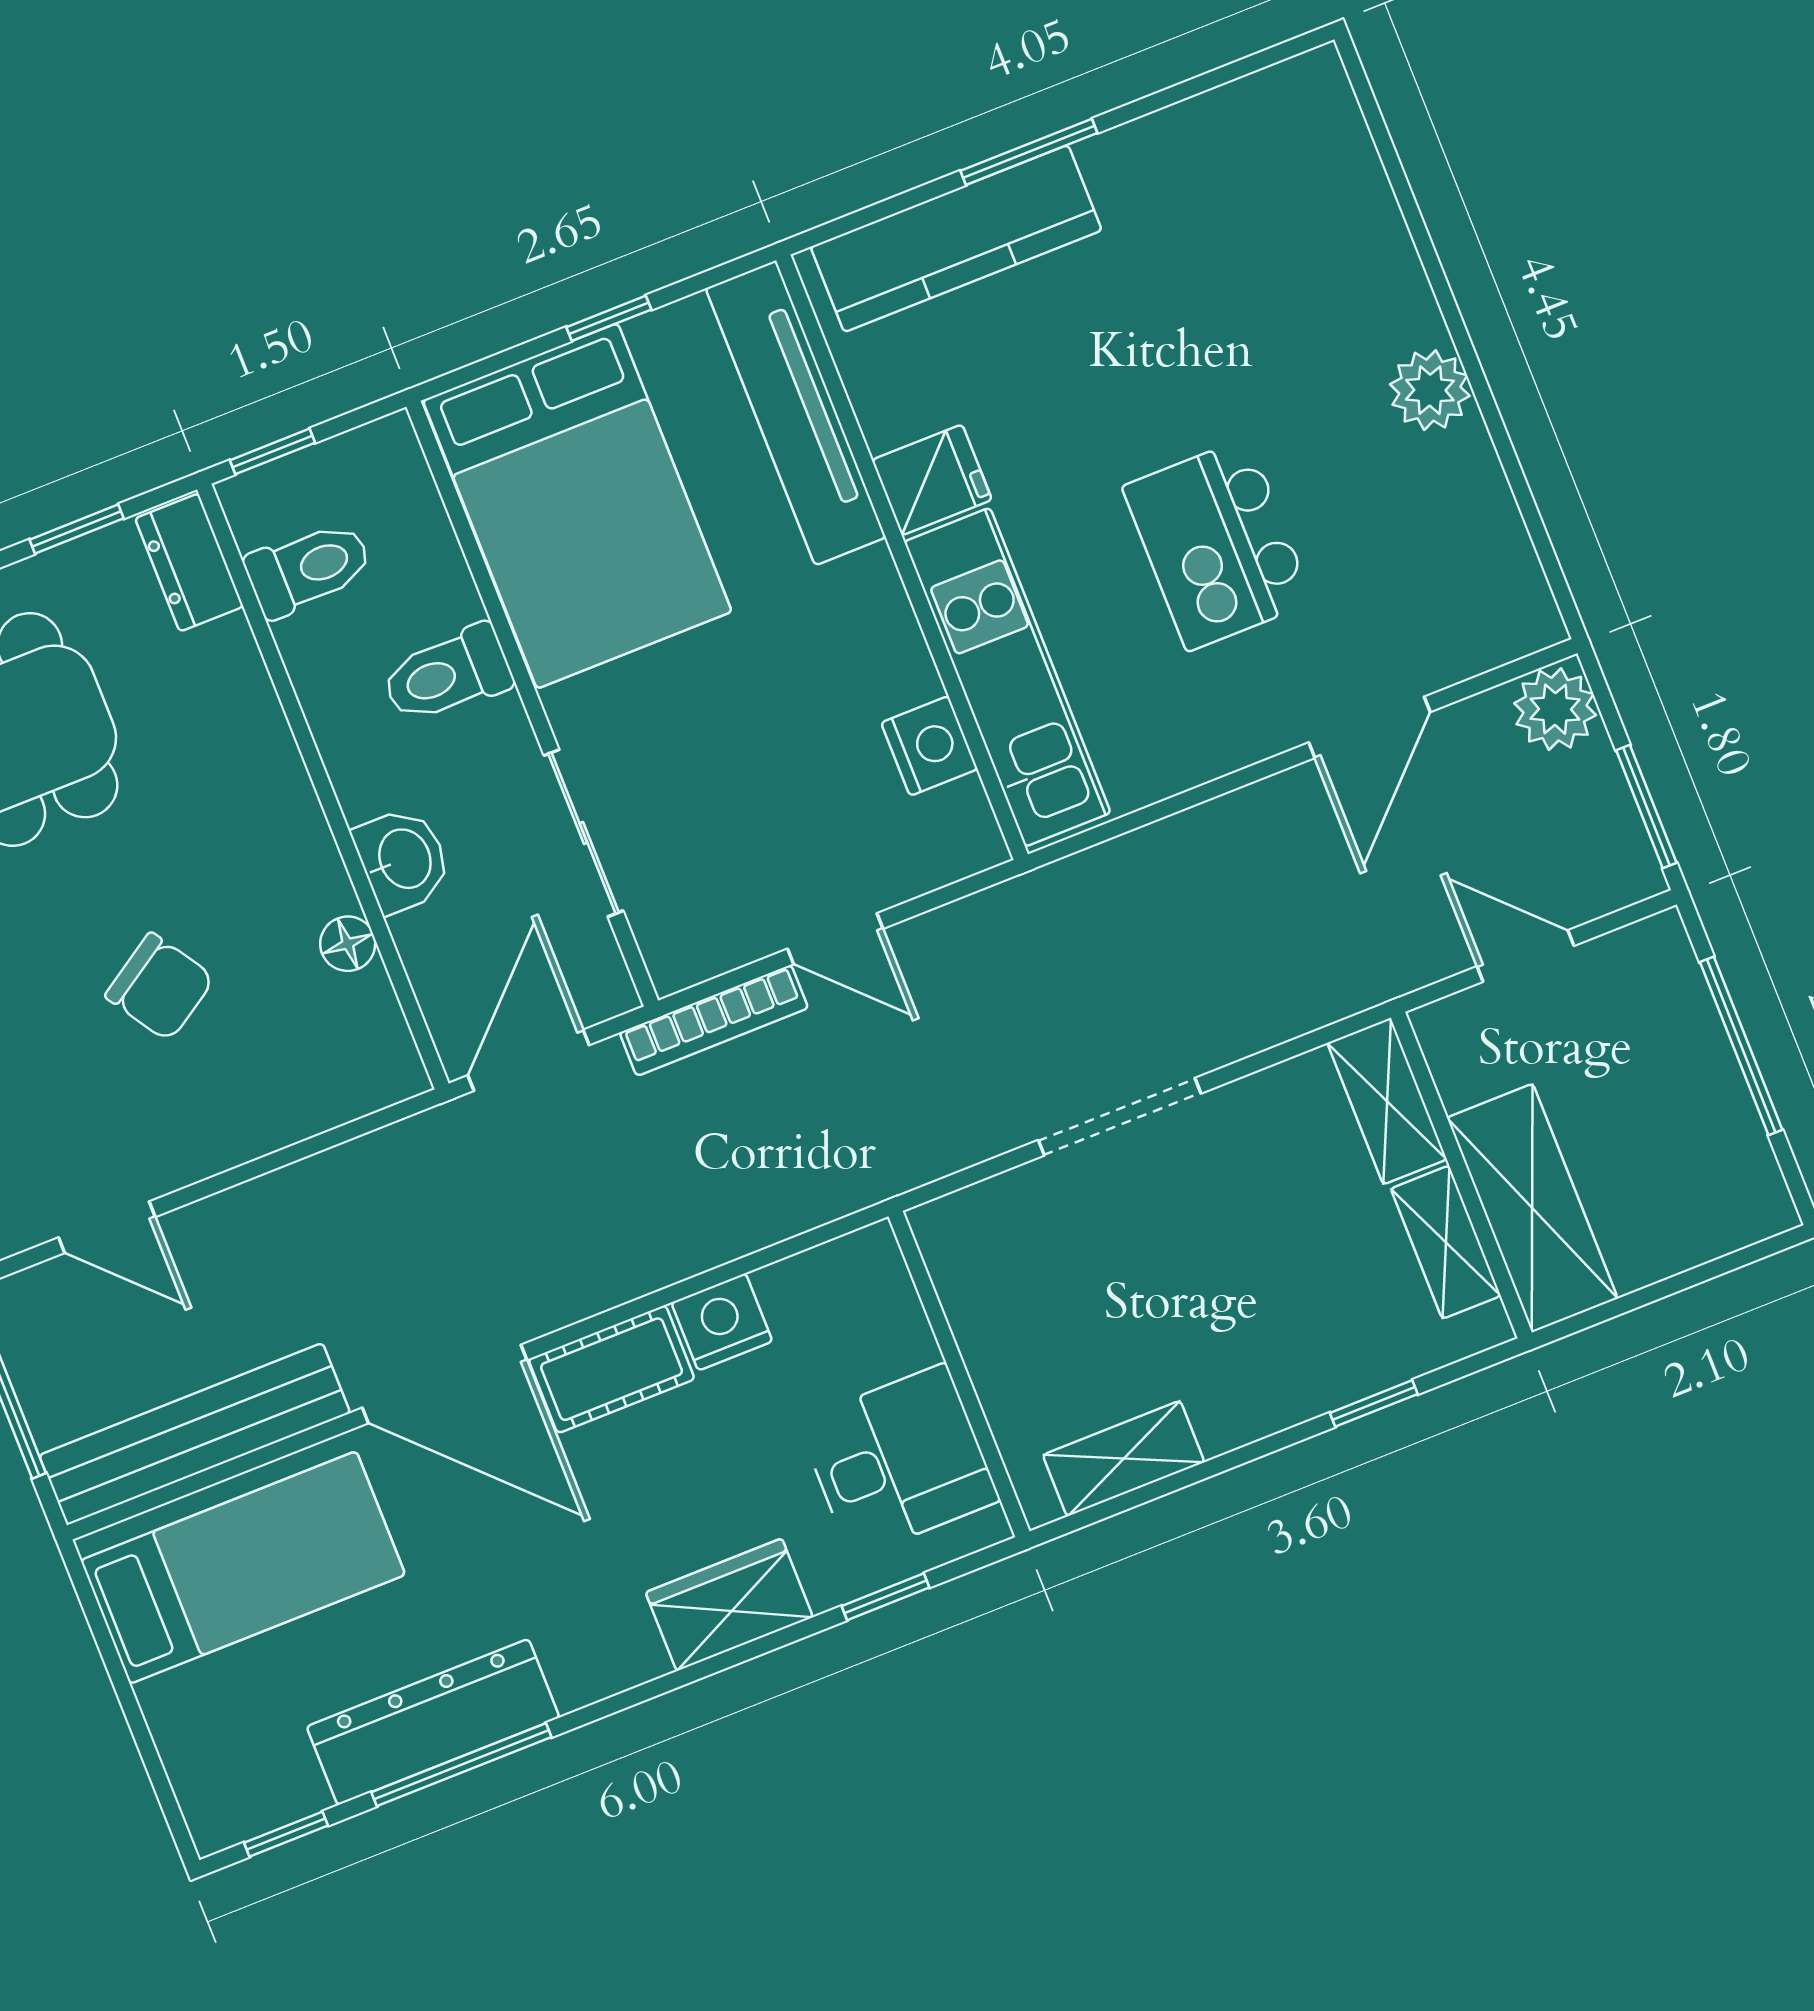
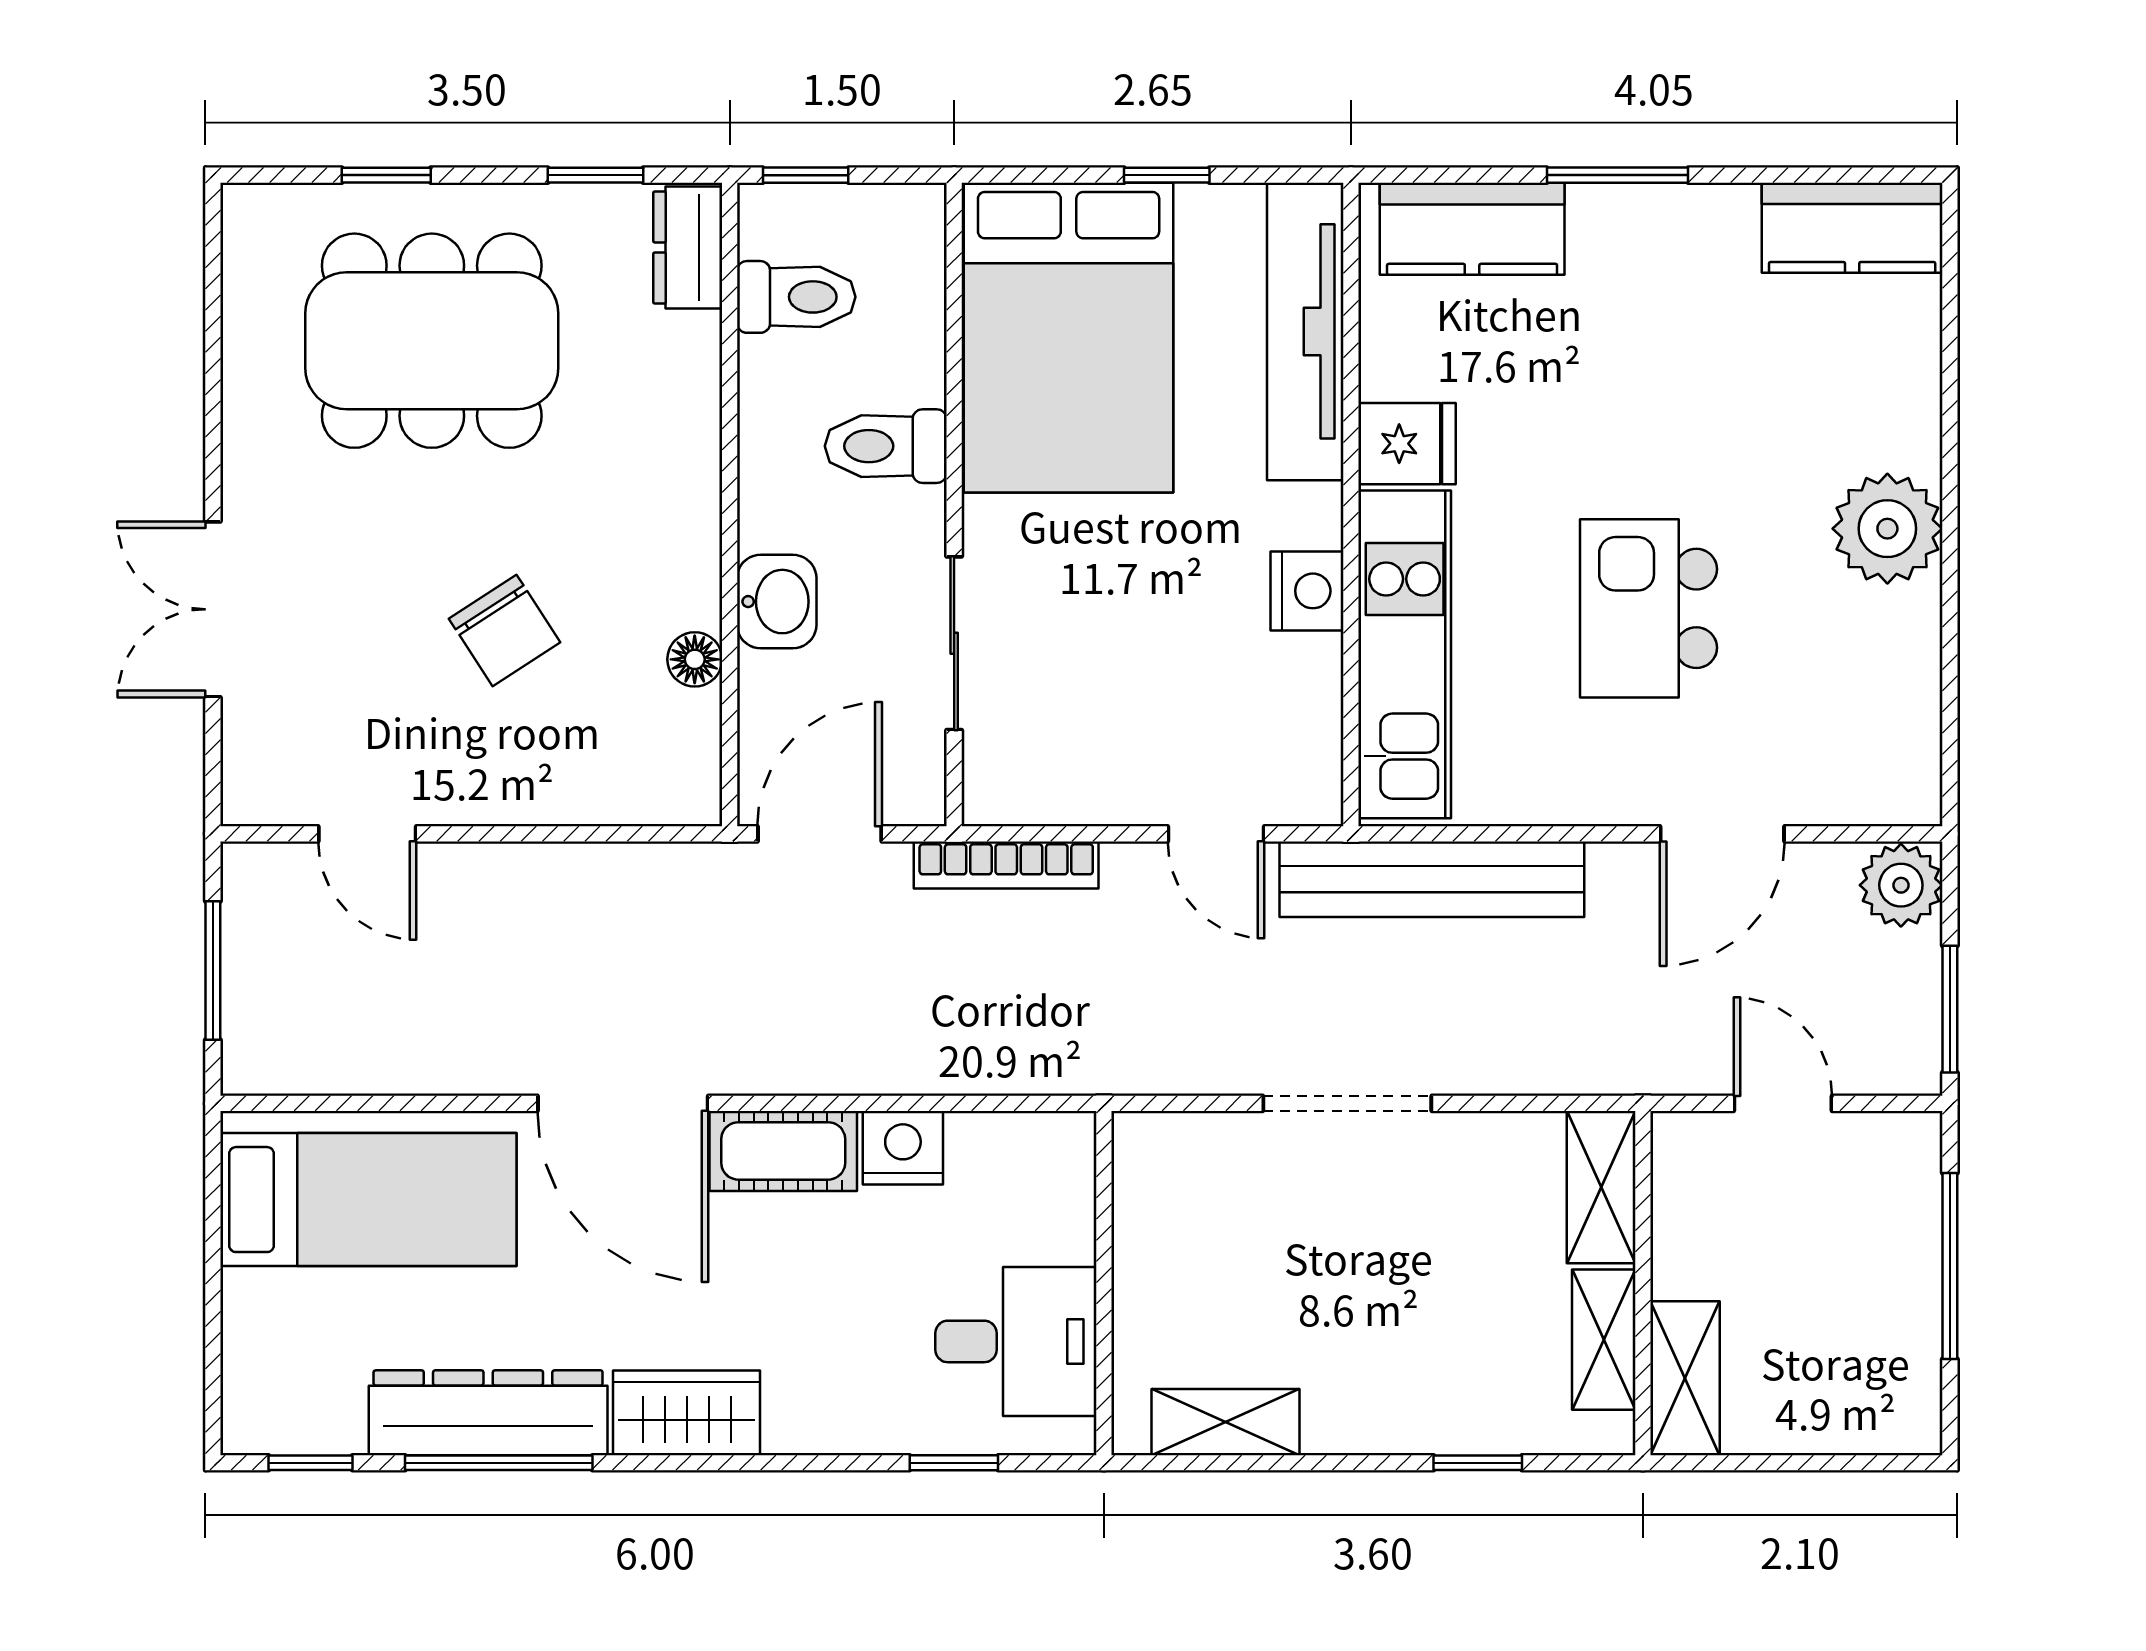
kitchen counter: (1267, 114) -> (1852, 228), added
kitchen counter: (956, 239) -> (1472, 229), width x0.67
plant: (1430, 390) -> (1887, 529), width x1.36, depth x1.36
nightstand: (929, 746) -> (1307, 591), moved
door: (835, 939) -> (1216, 834), moved
shelving: (1532, 1208) -> (1685, 1378), width x0.67, depth x0.75
bench: (195, 1434) -> (1432, 879), moved
wardrobe: (729, 1605) -> (687, 1413), moved

